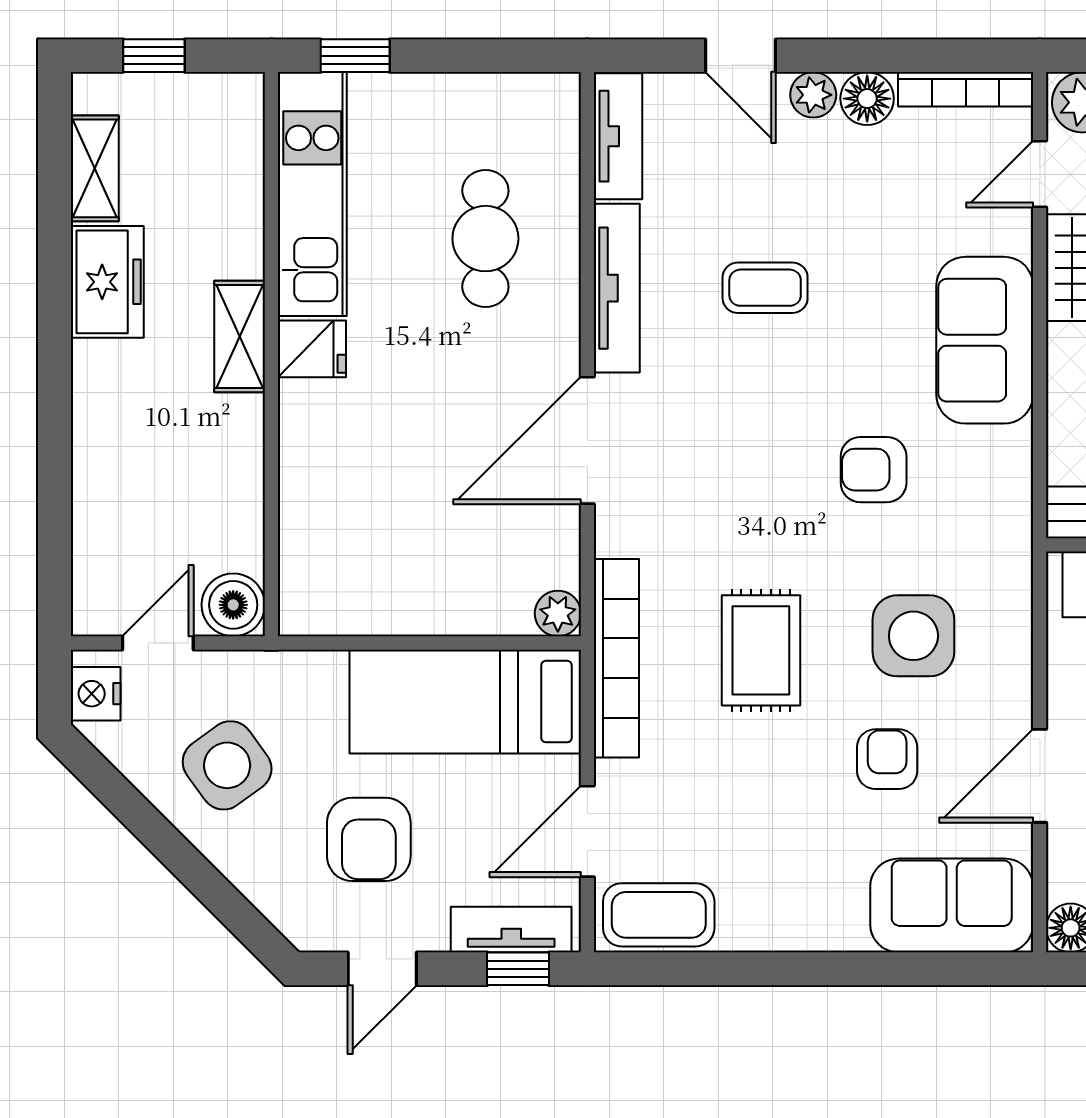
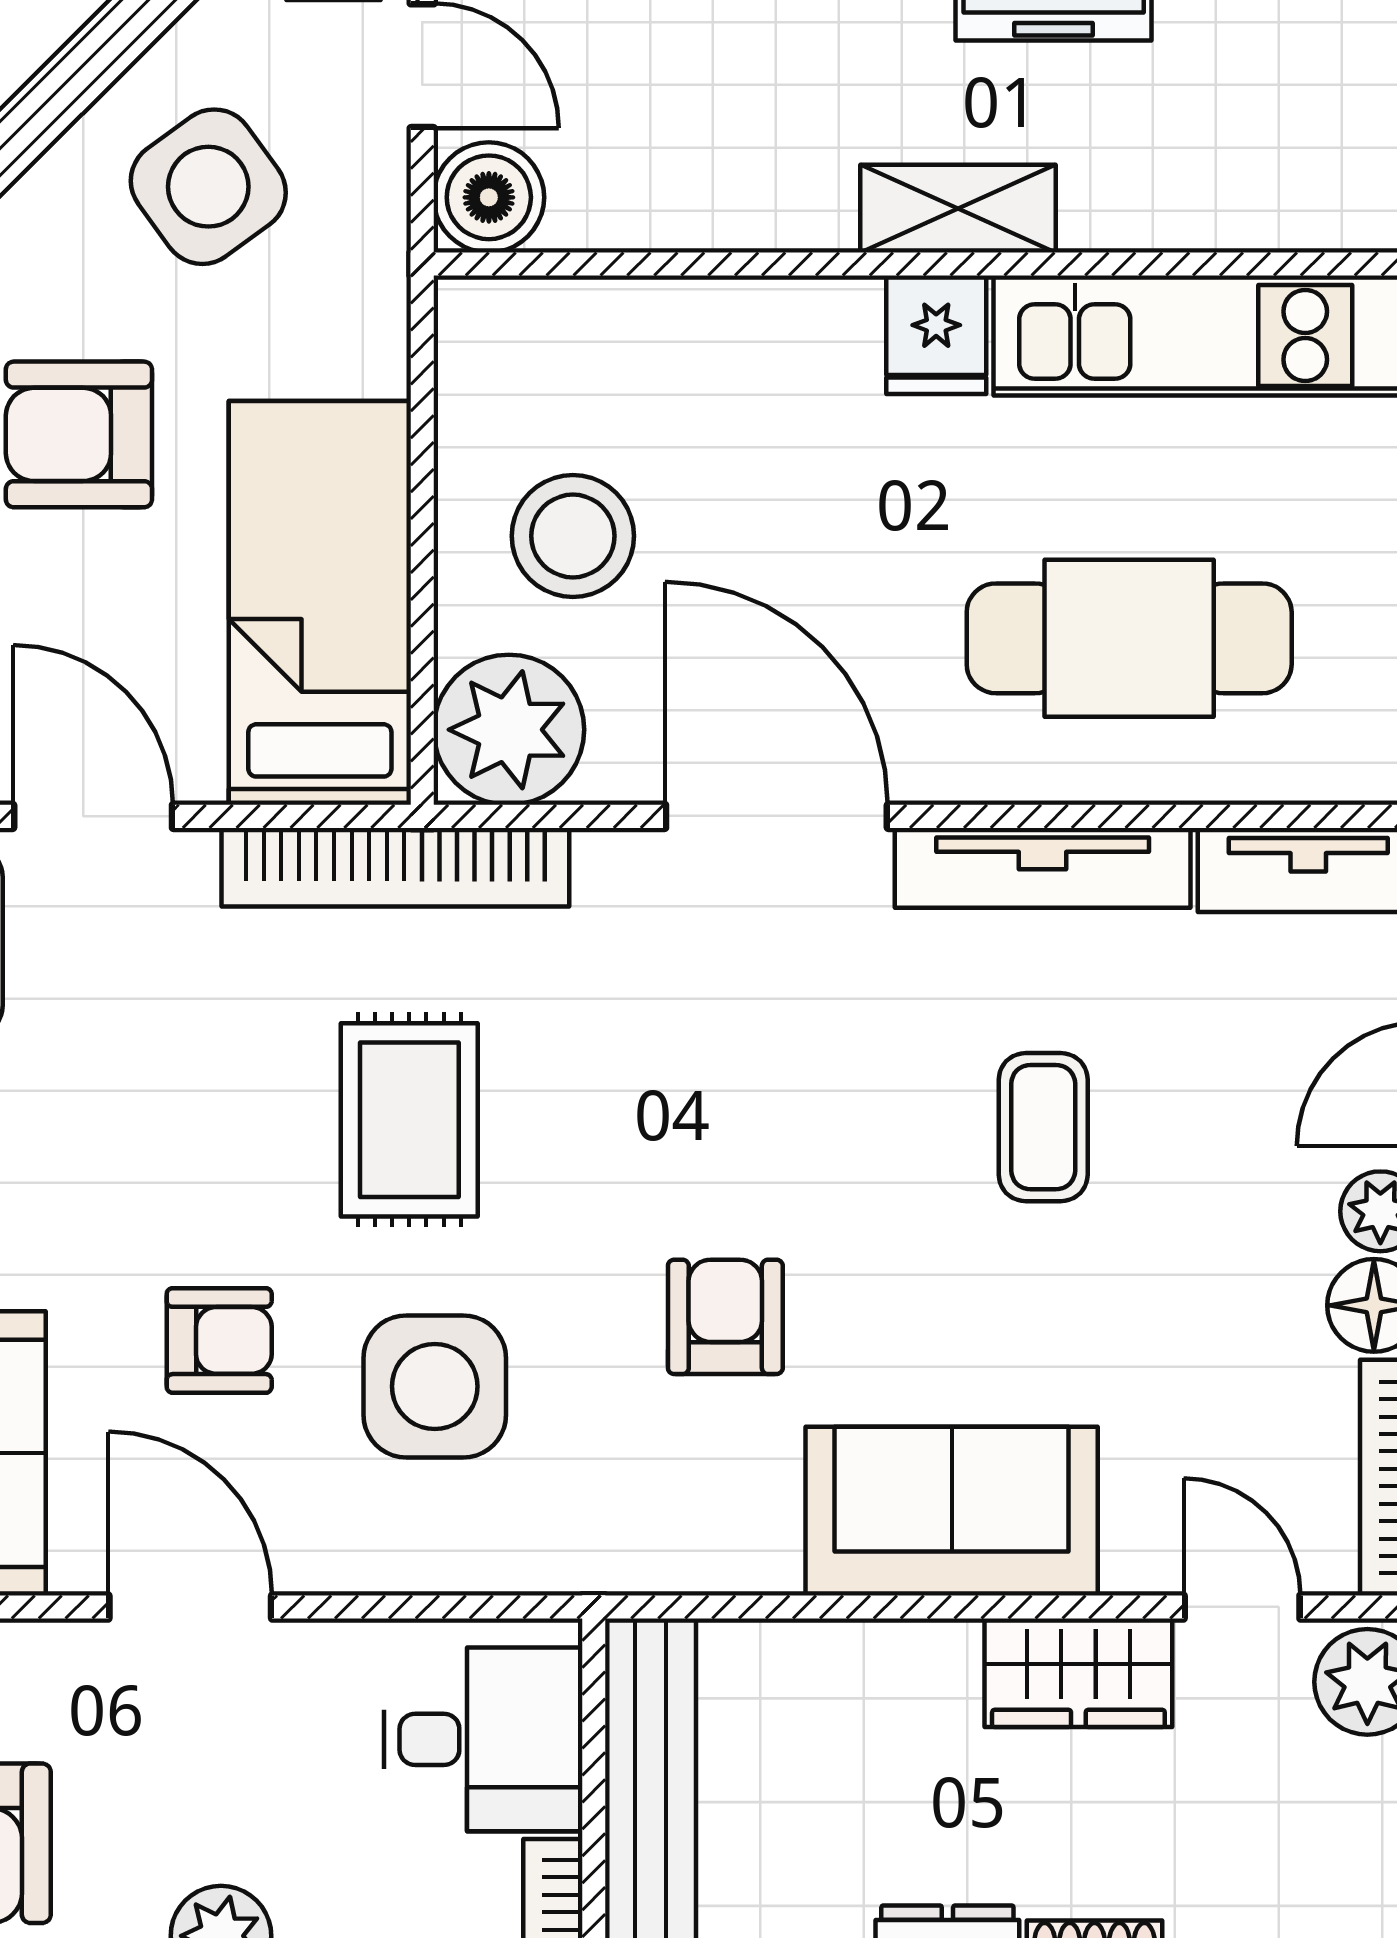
cafe table: (485, 239) -> (1129, 638), width x1.37, depth x1.35
stool: (427, 557) -> (573, 536), added
plant: (558, 613) -> (509, 730), width x1.87, depth x1.87
rug: (761, 650) -> (409, 1120), turned 90

